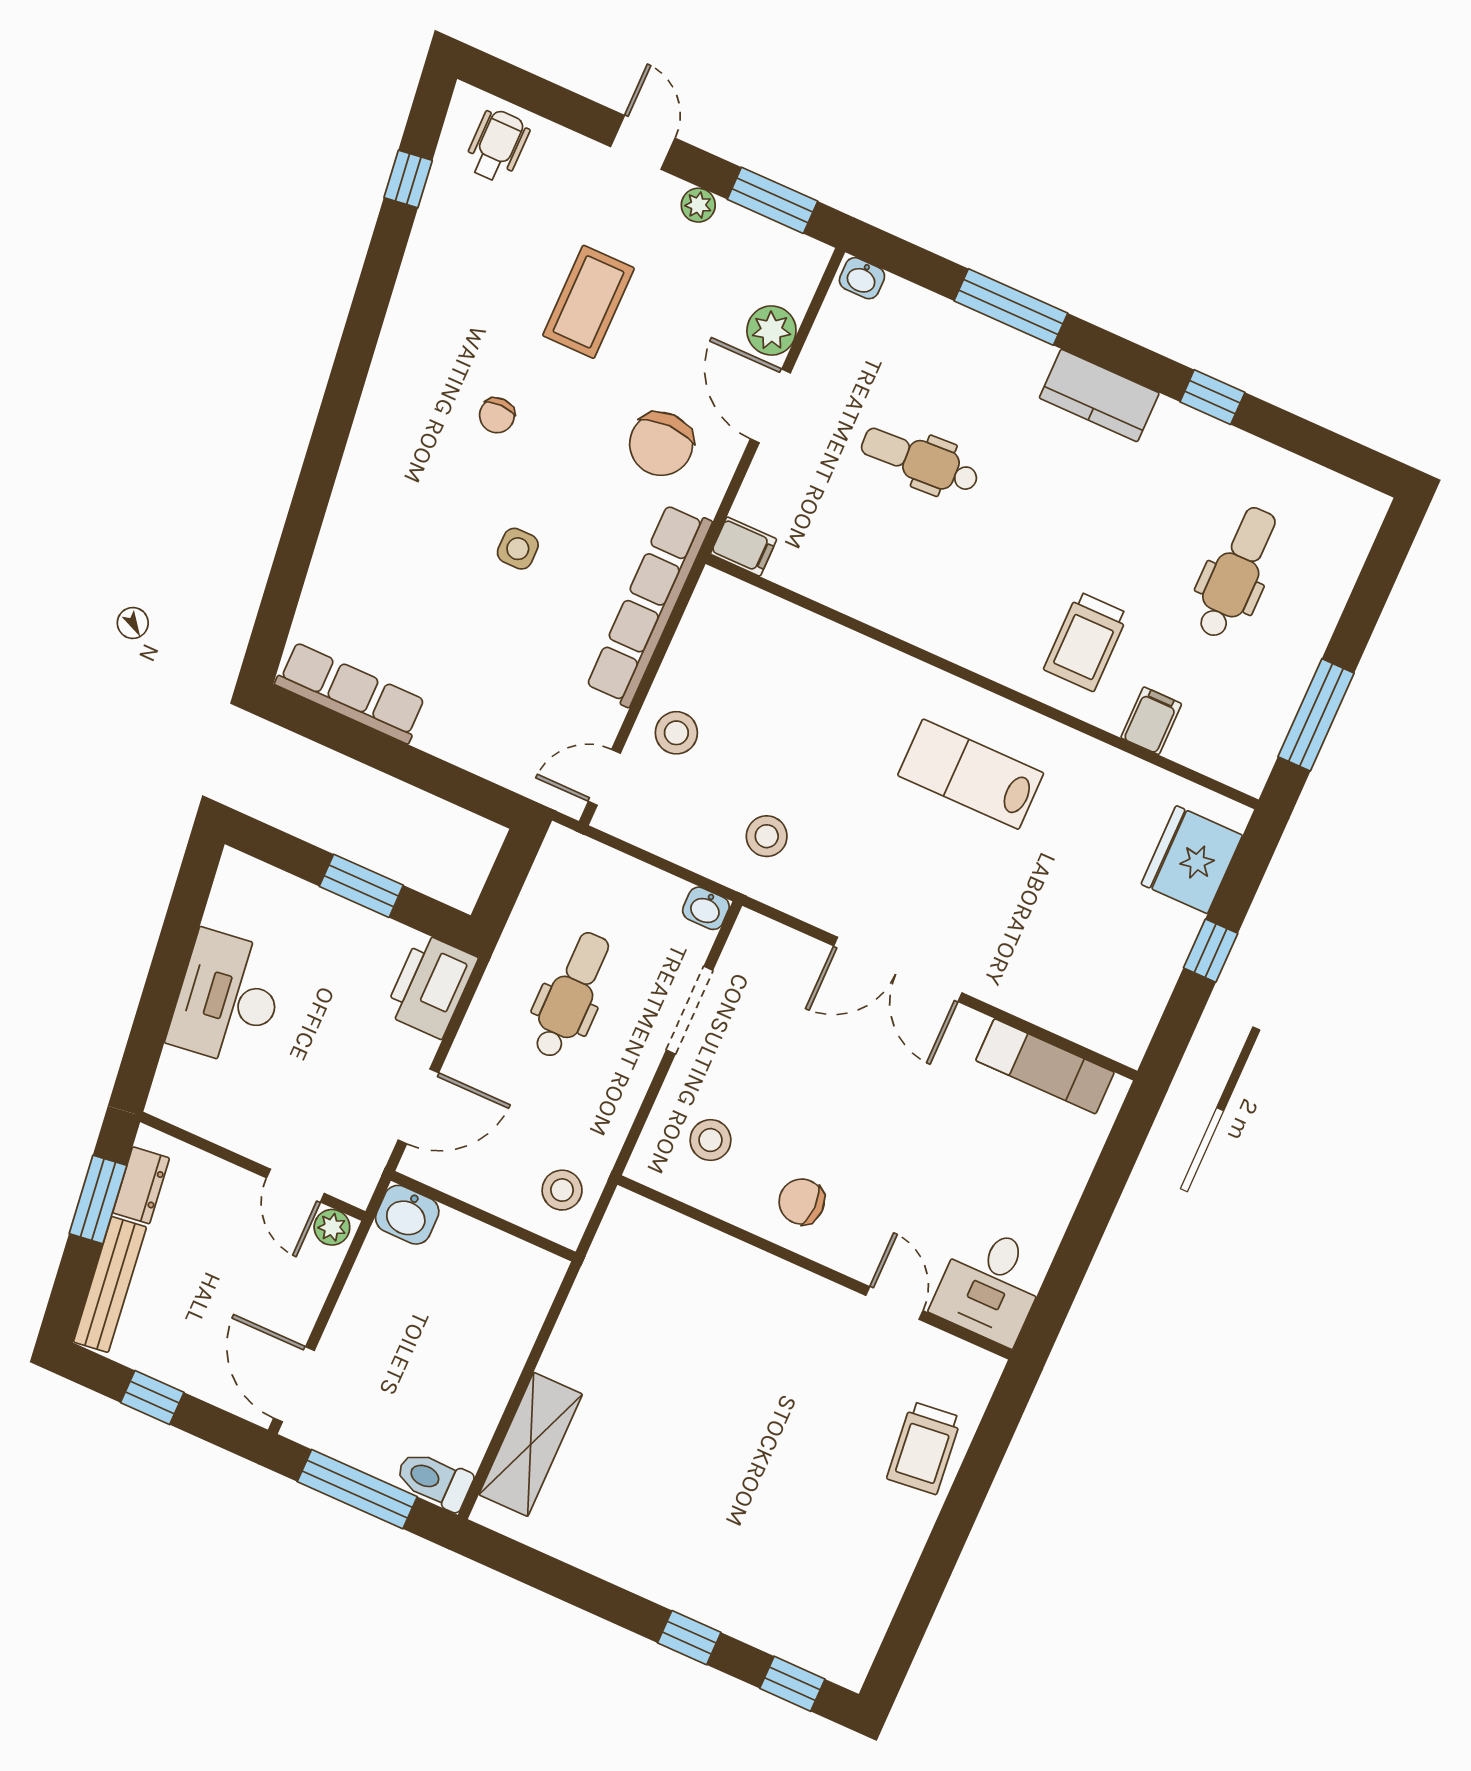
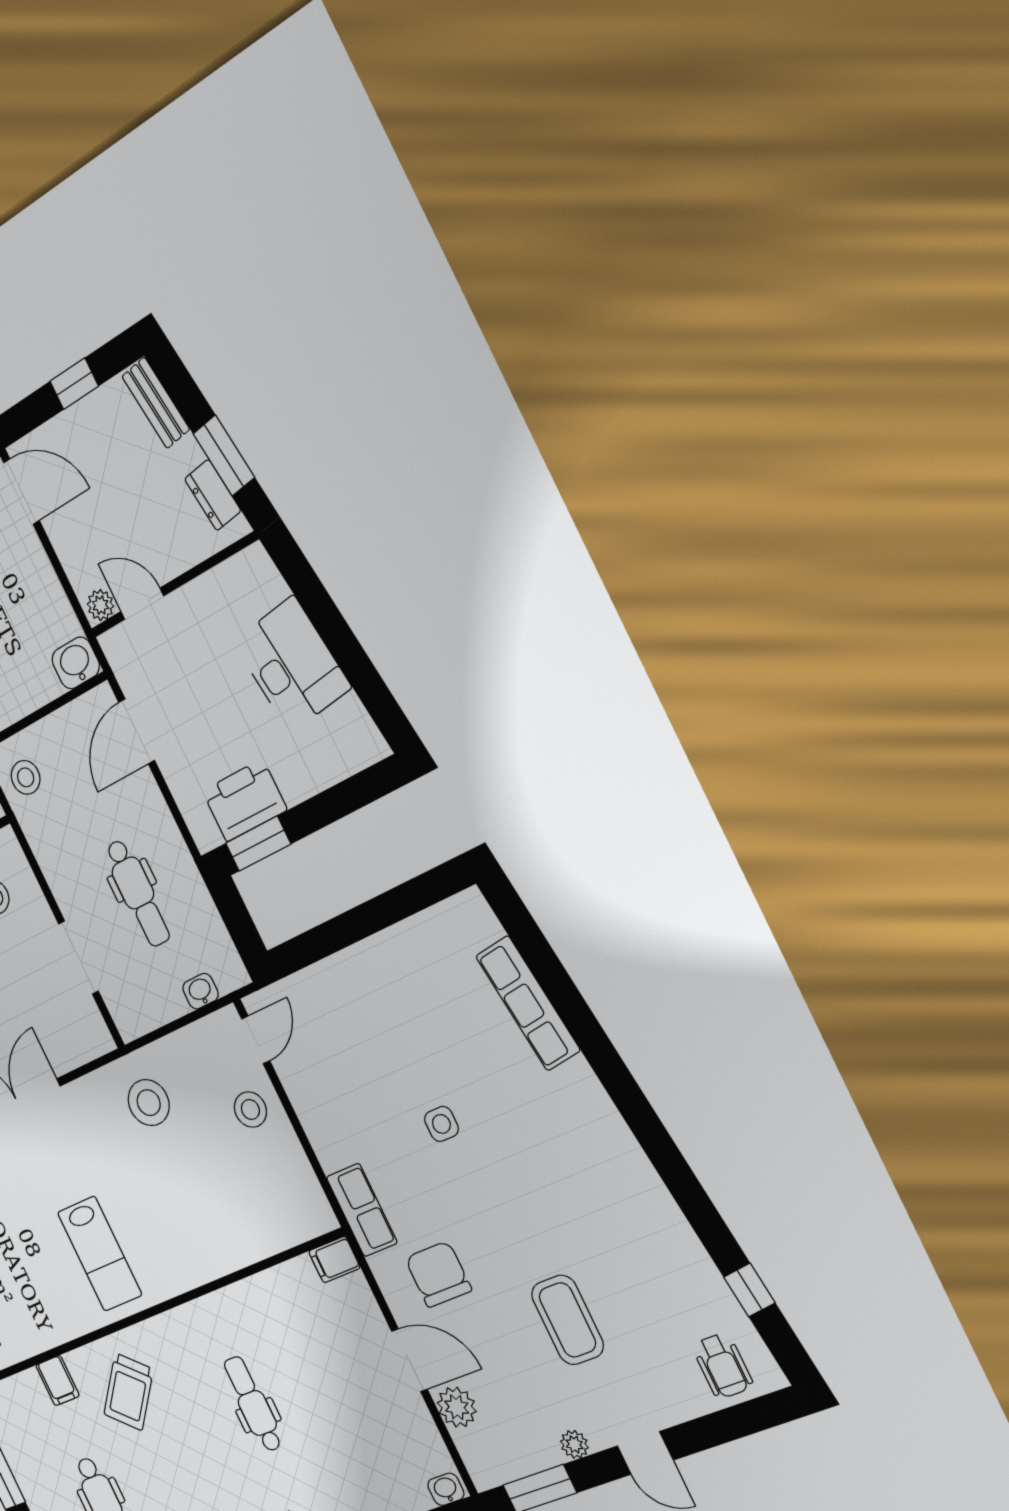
chair: (497, 415) -> (540, 1194), removed
dental chair: (920, 460) -> (253, 1404), moved, turned -87
row of seats: (649, 605) -> (362, 1210), width x0.50
trolley: (1086, 641) -> (129, 1392), turned -139
row of seats: (351, 693) -> (528, 1003), moved, turned 83
lab bench: (971, 774) -> (100, 1254), turned 90
stool: (767, 836) -> (149, 1103), width x1.38, depth x1.38
window: (361, 886) -> (258, 844), moved
washbasin: (706, 908) -> (201, 991), moved
printer: (431, 986) -> (245, 800), moved, turned -90
bench: (110, 1284) -> (156, 403), width x0.73

